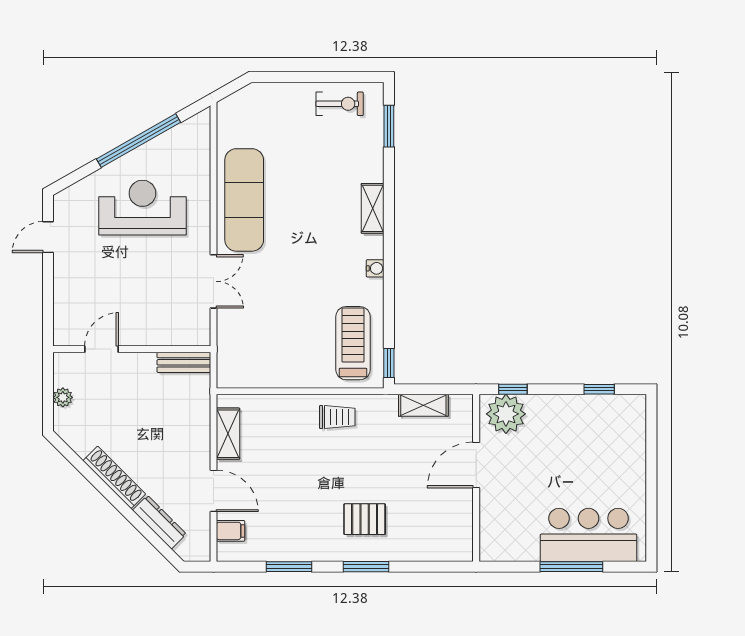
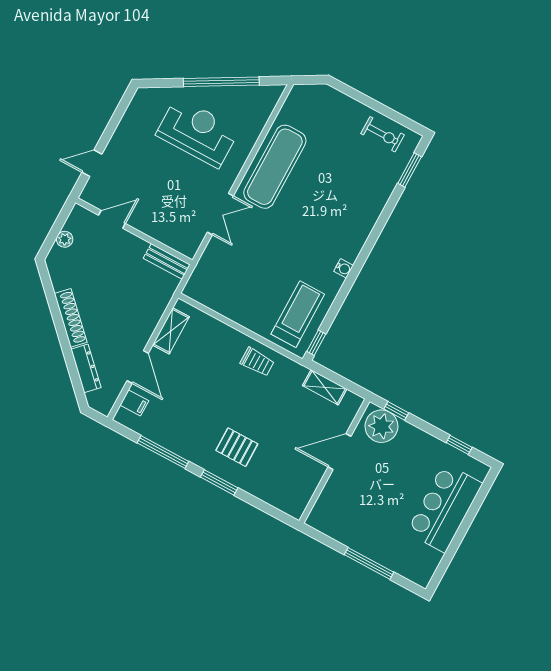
shelving: (373, 208) -> (365, 224), removed
door: (48, 237) -> (92, 163), moved
bar counter: (589, 535) -> (445, 508), moved, turned -90
window: (289, 567) -> (163, 452), width x1.44

